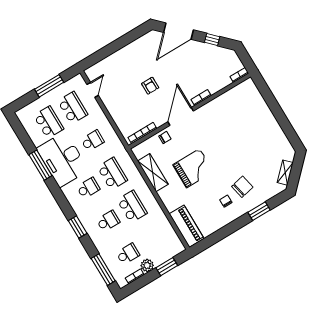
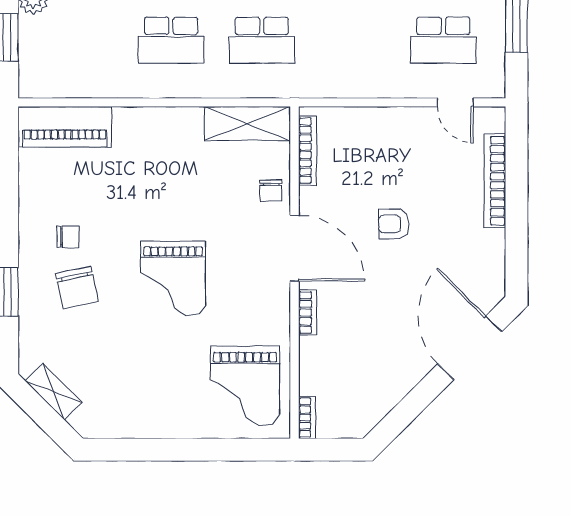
window: (212, 39) -> (412, 406), removed
bookcase: (112, 58) -> (495, 181), added
grand piano: (241, 104) -> (245, 386), added
school desk: (92, 141) -> (353, 40), removed
grand piano: (193, 168) -> (173, 278), moved
shelving: (153, 173) -> (247, 124), moved

